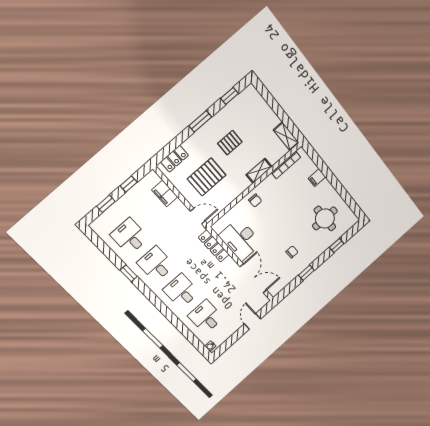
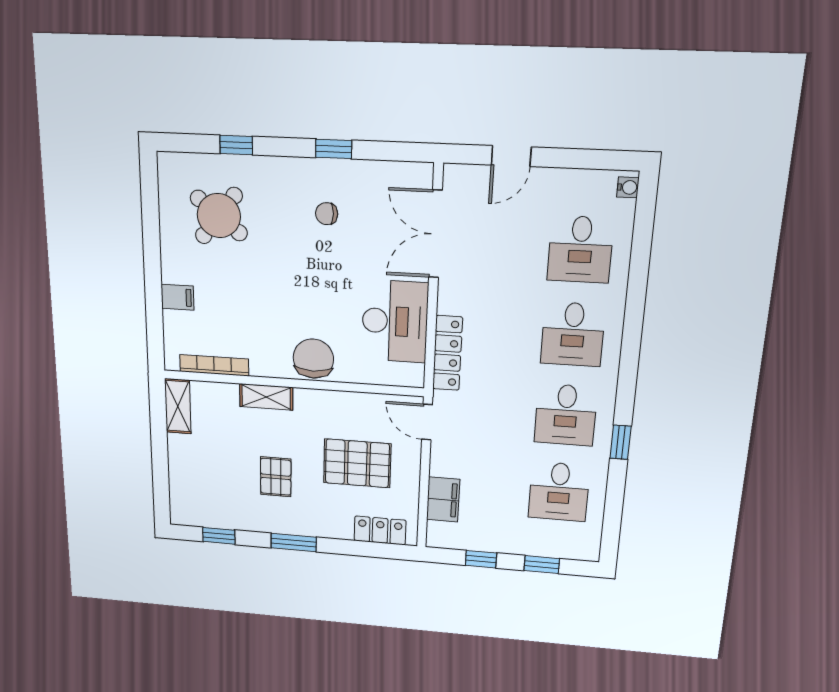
pallet: (230, 143) -> (276, 477), turned 90
chair: (255, 201) -> (313, 359), width x1.87, depth x1.87
round table: (325, 218) -> (219, 216), turned 38

